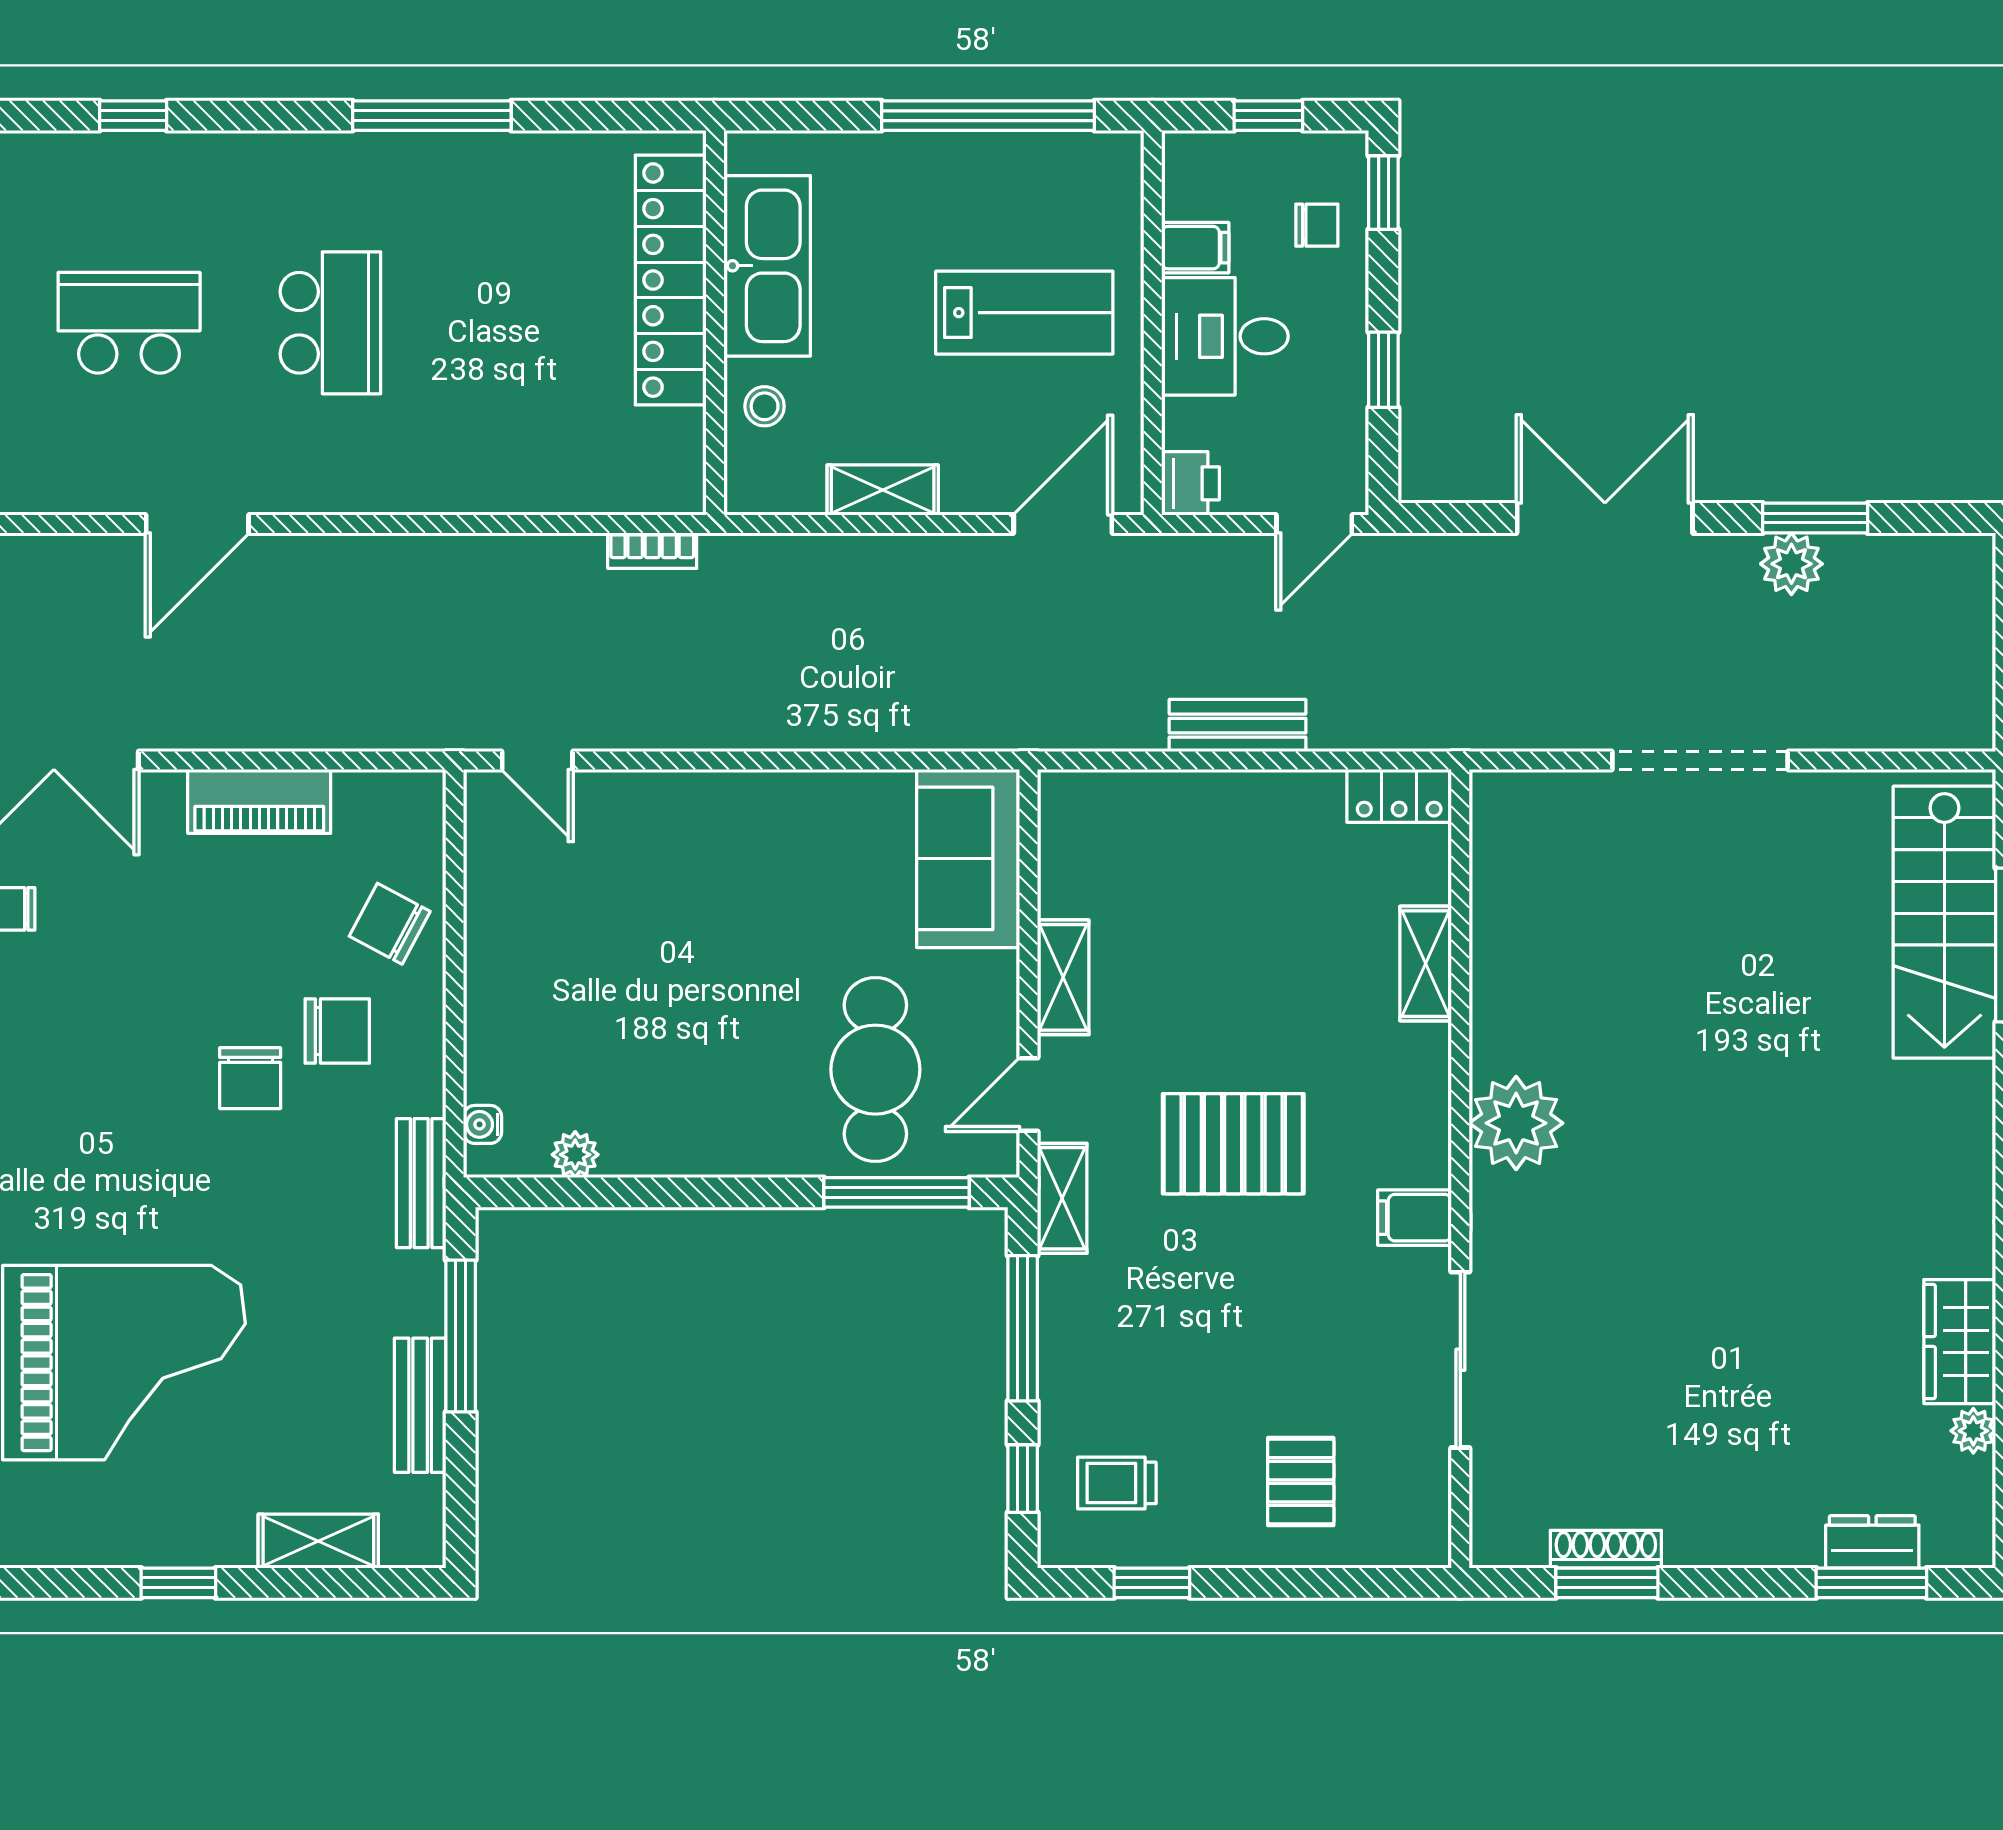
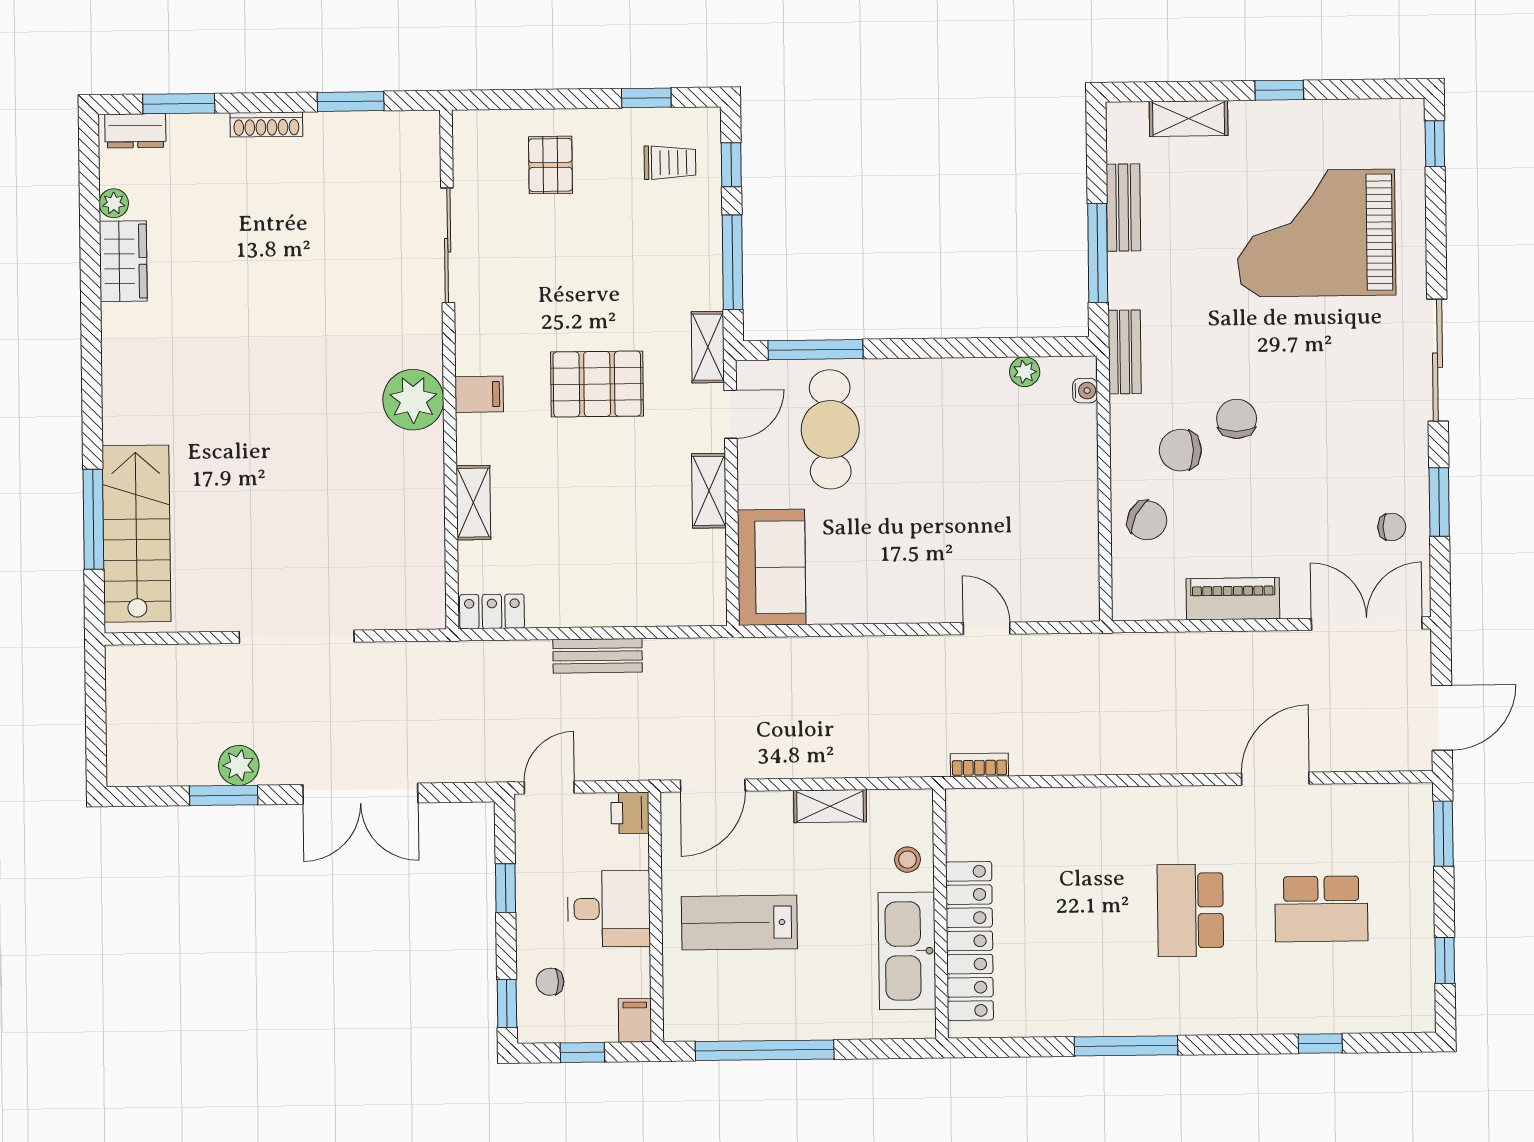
filing cabinet: (1195, 248) -> (635, 1020), moved, turned 90
door: (537, 761) -> (987, 628), moved
filing cabinet: (1415, 1218) -> (479, 394), moved
dresser: (1872, 1542) -> (135, 131), moved
shoe rack: (1606, 1549) -> (266, 124), moved

